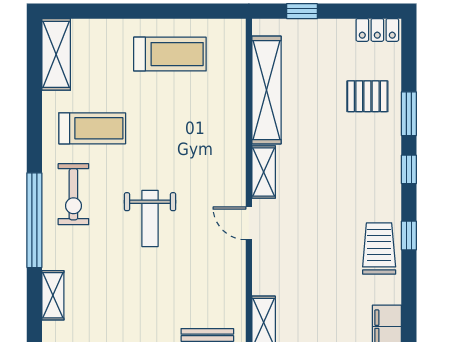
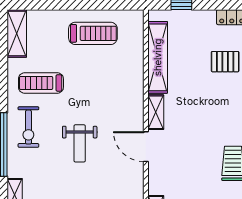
treadmill: (92, 128) -> (41, 83), turned 180
door: (249, 223) -> (146, 147), width x1.38

